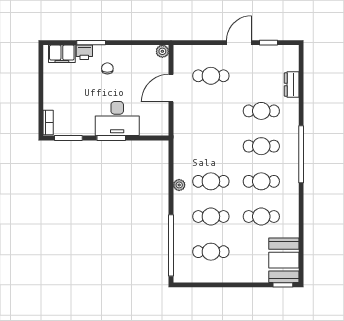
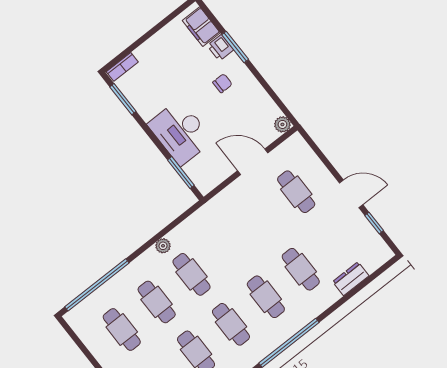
window: (111, 138) -> (181, 173), moved

